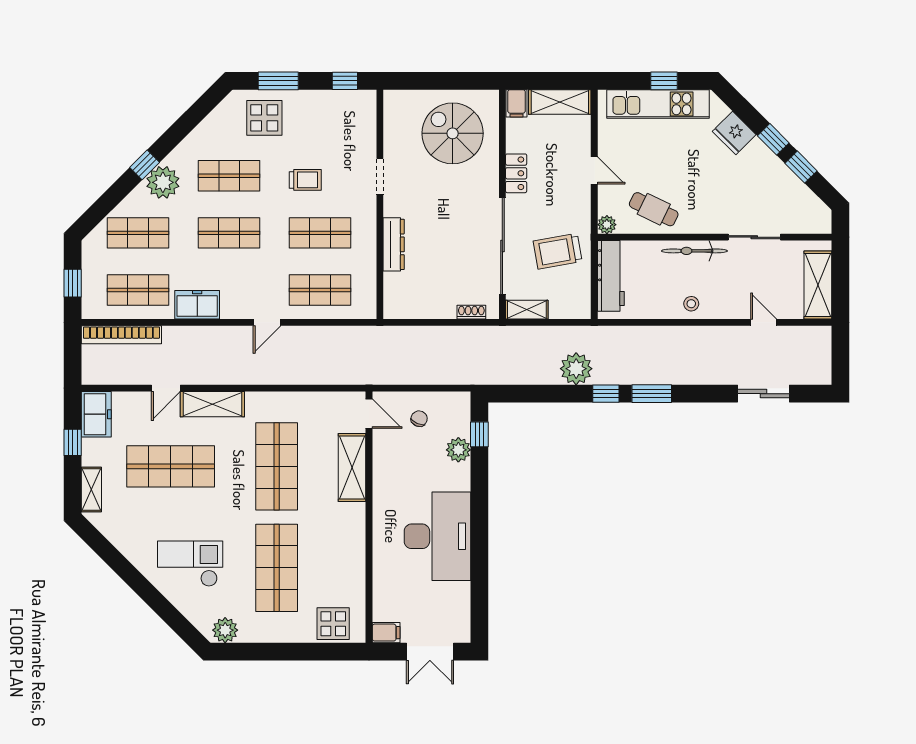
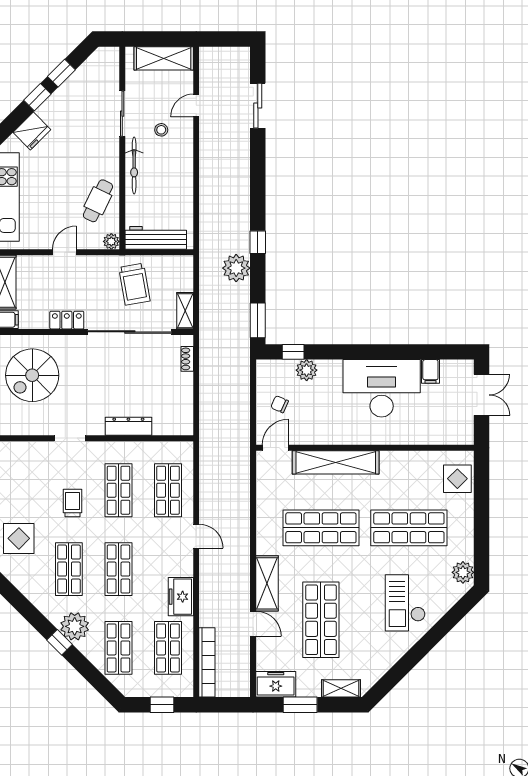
stool: (691, 304) -> (161, 130), moved
window: (652, 394) -> (258, 320), moved
window: (73, 442) -> (300, 705), width x1.50
shelving: (352, 468) -> (336, 462), width x1.47
filing cabinet: (386, 633) -> (430, 371), moved, turned 180

